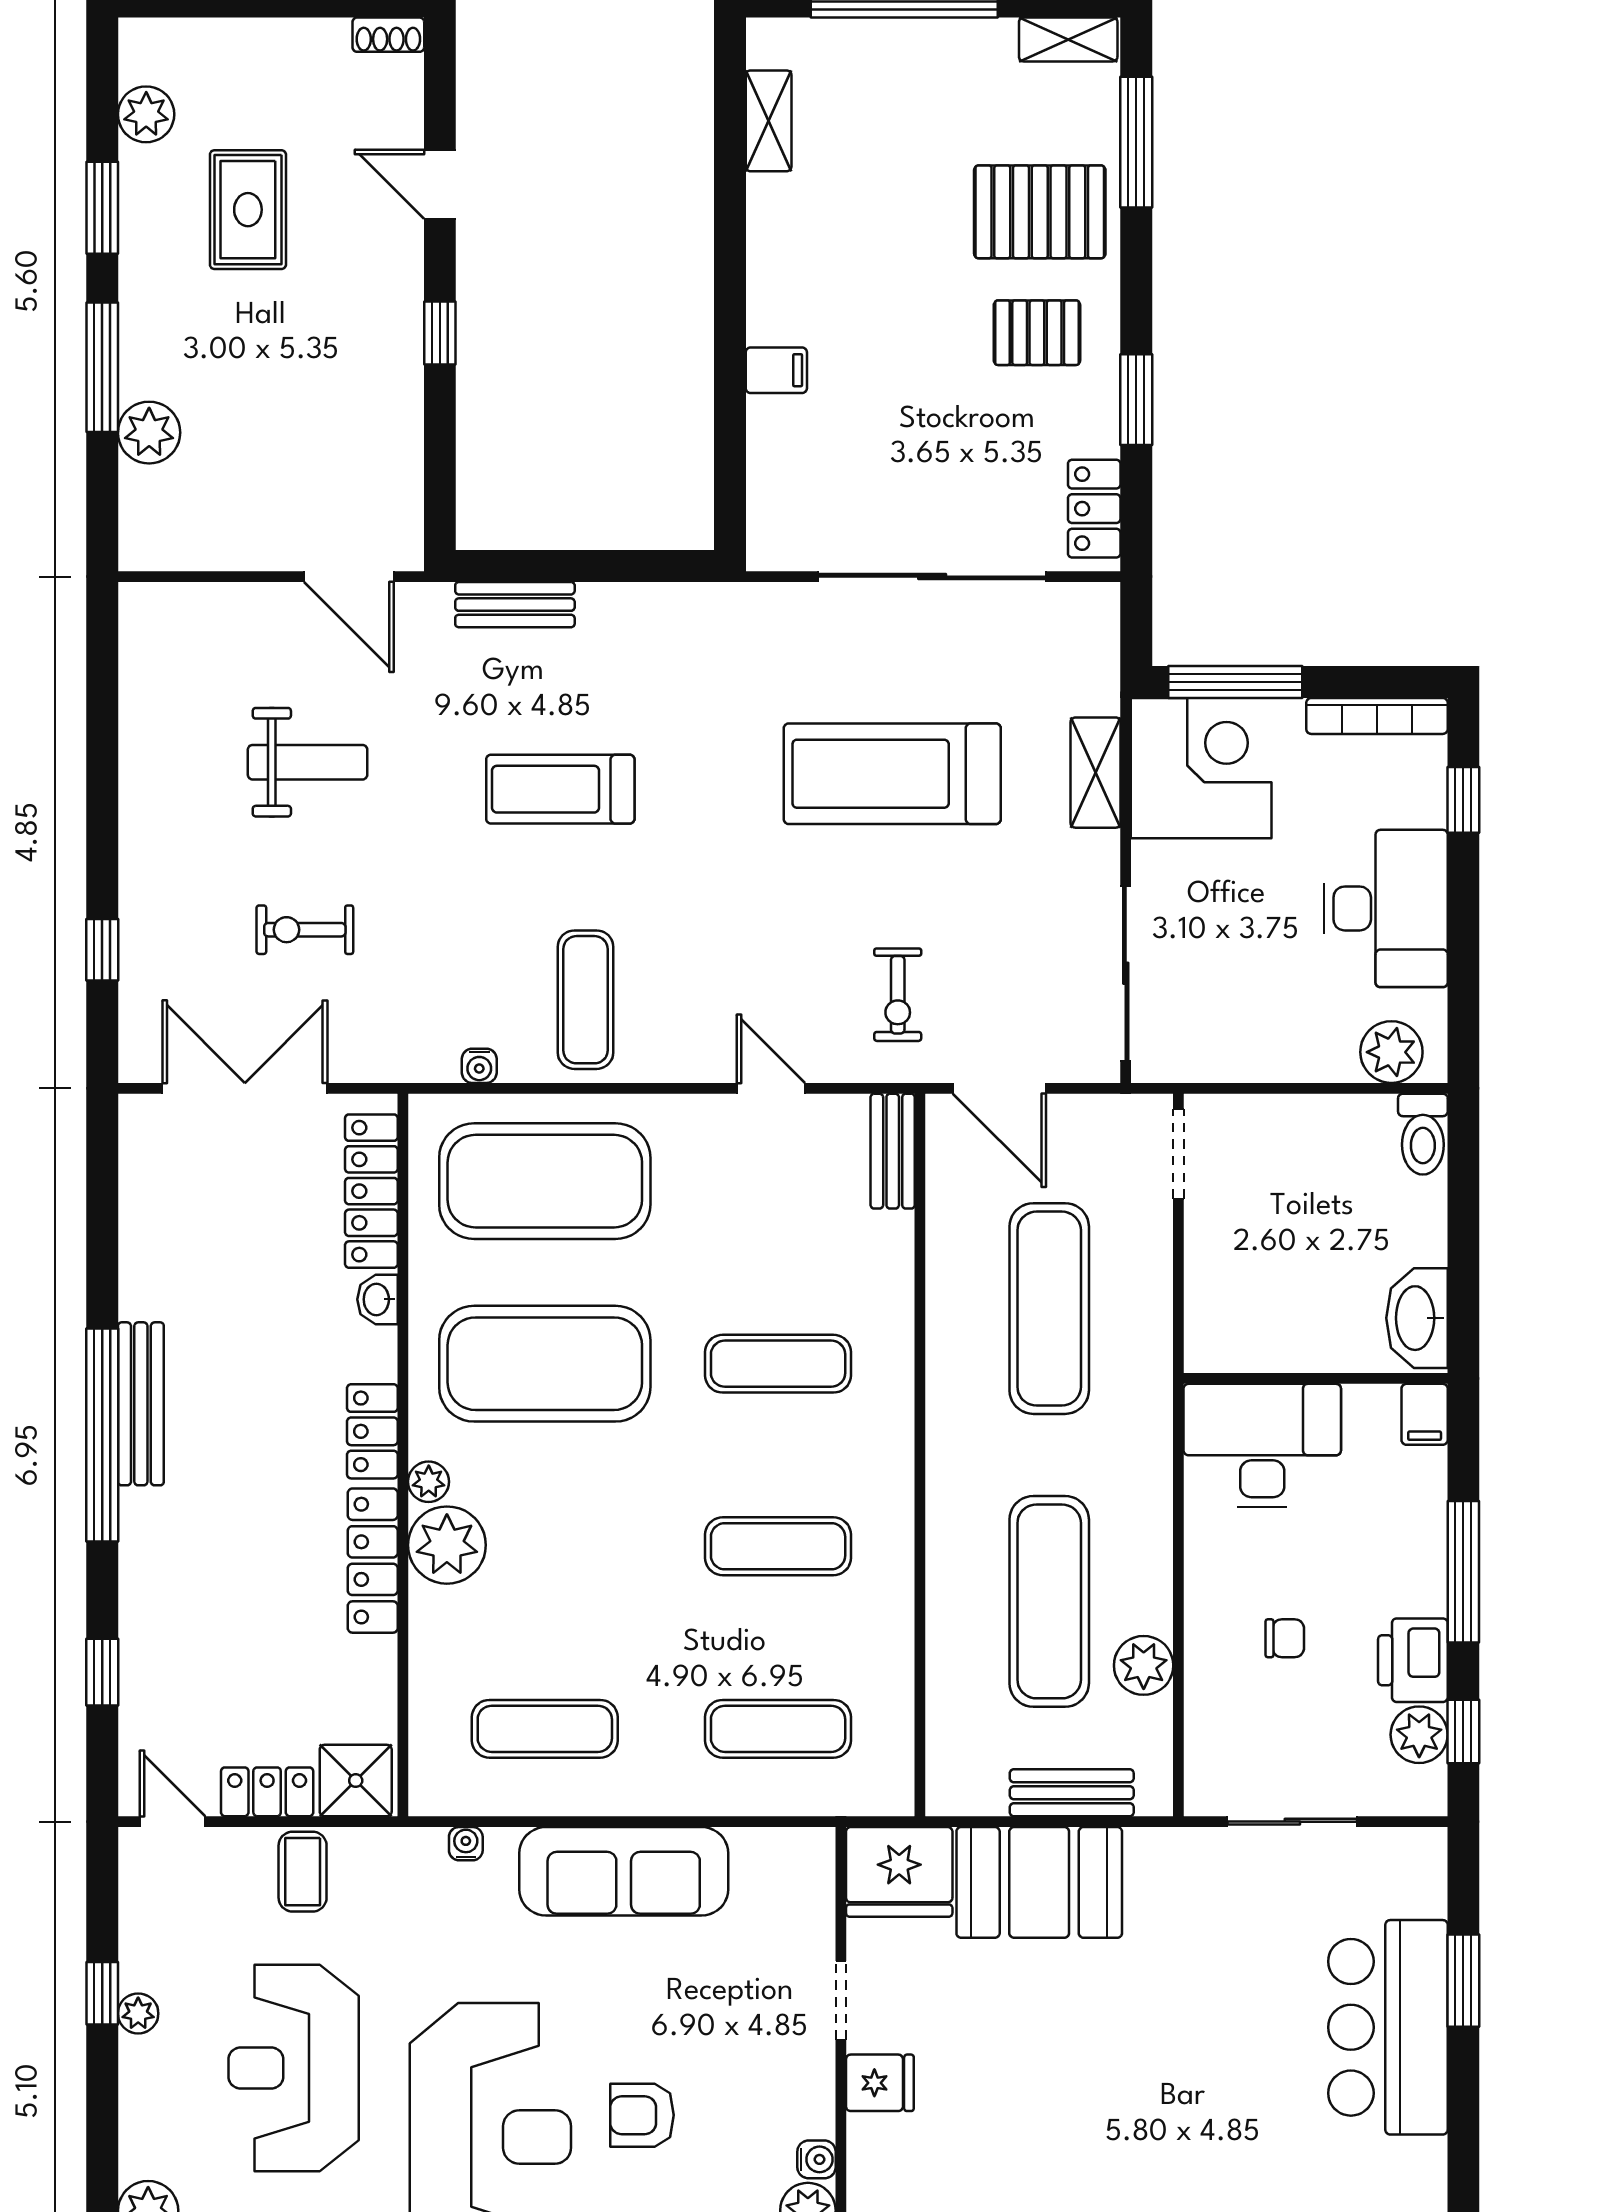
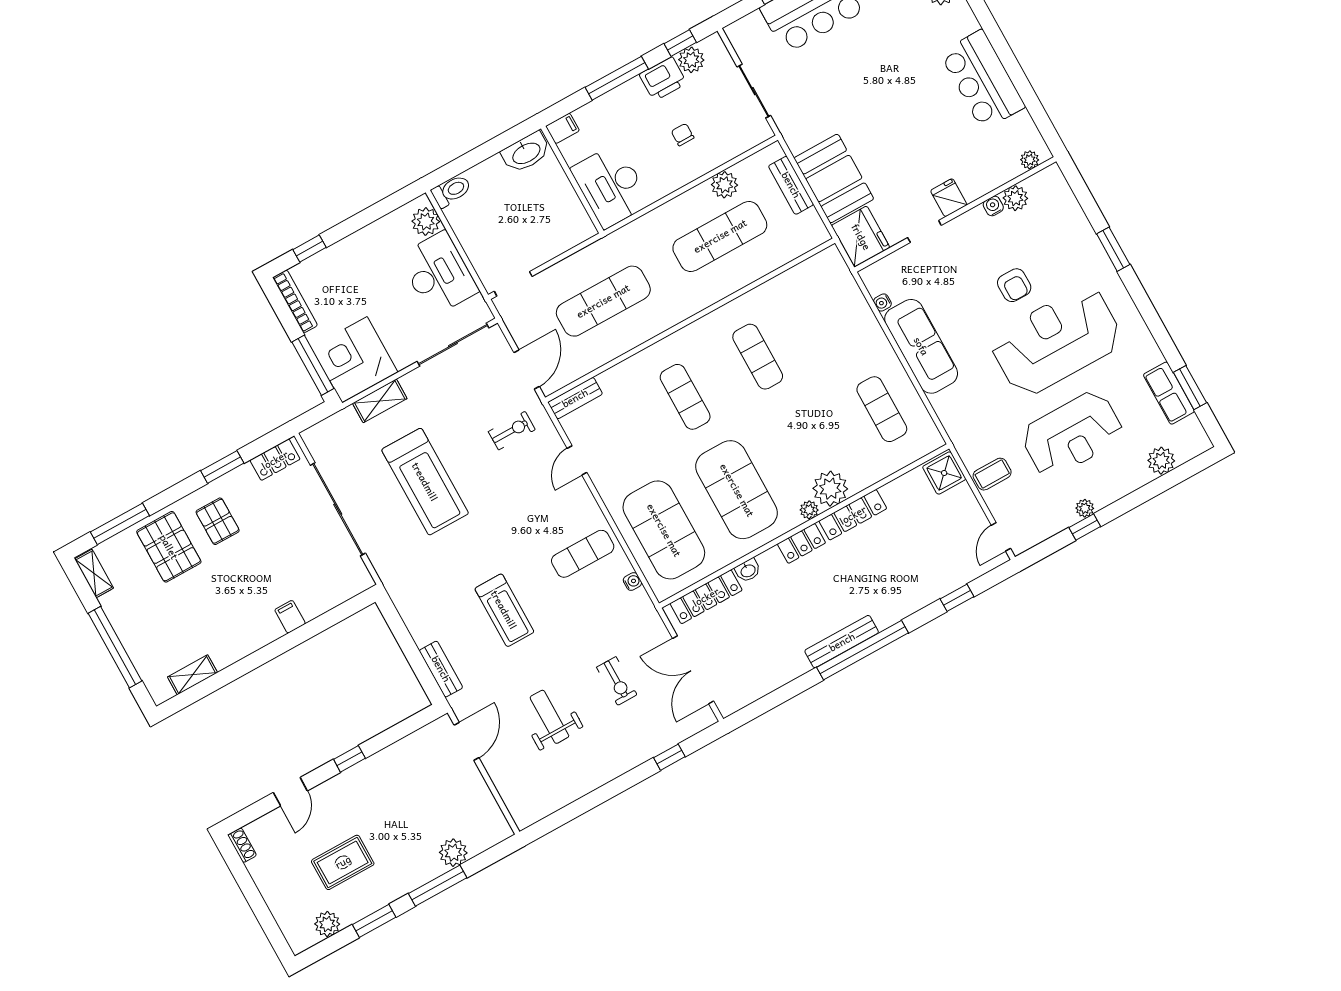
desk: (1386, 908) -> (439, 274), moved, turned 90
exercise mat: (778, 1729) -> (830, 316), removed
locker: (267, 1792) -> (968, 506), removed
water cooler: (466, 1844) -> (882, 303), moved

